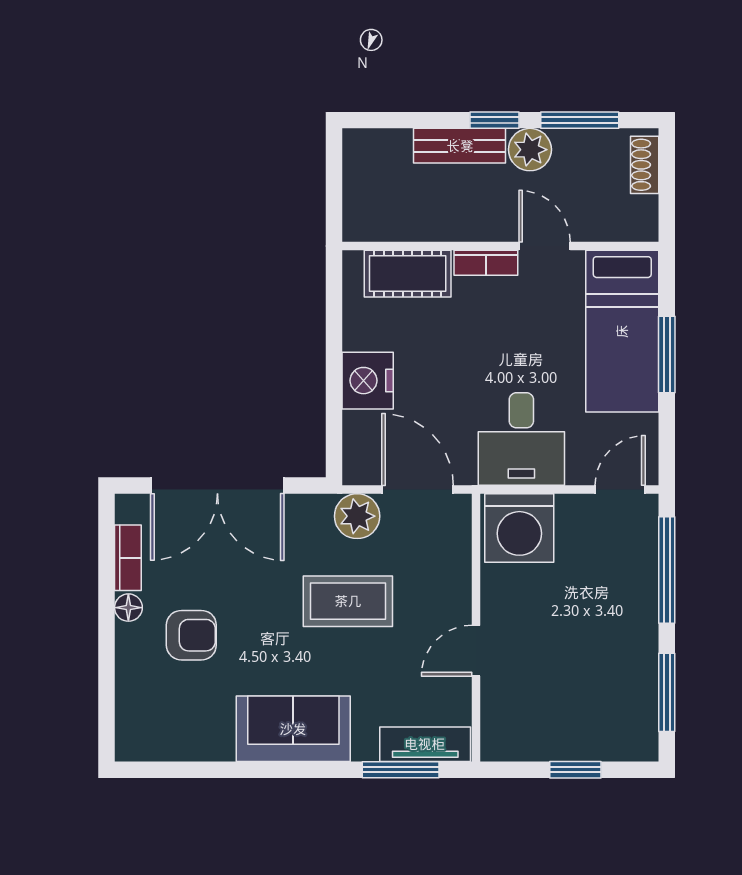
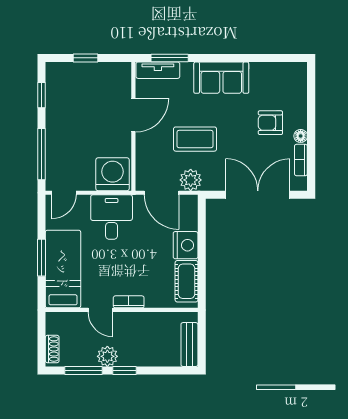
bench: (460, 146) -> (189, 345), moved, turned 90
cot: (408, 274) -> (187, 281), moved, turned 90
door: (476, 651) -> (133, 115), width x1.38
window: (667, 692) -> (42, 95), width x0.67

